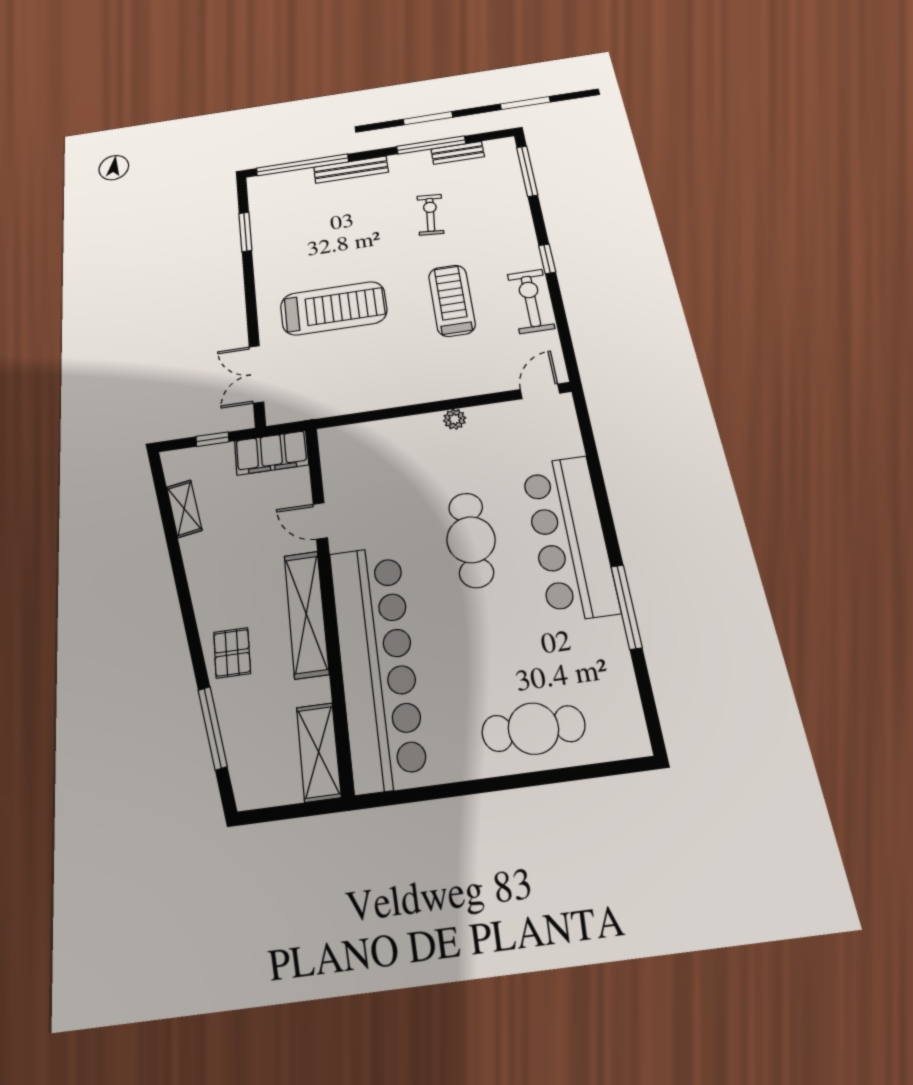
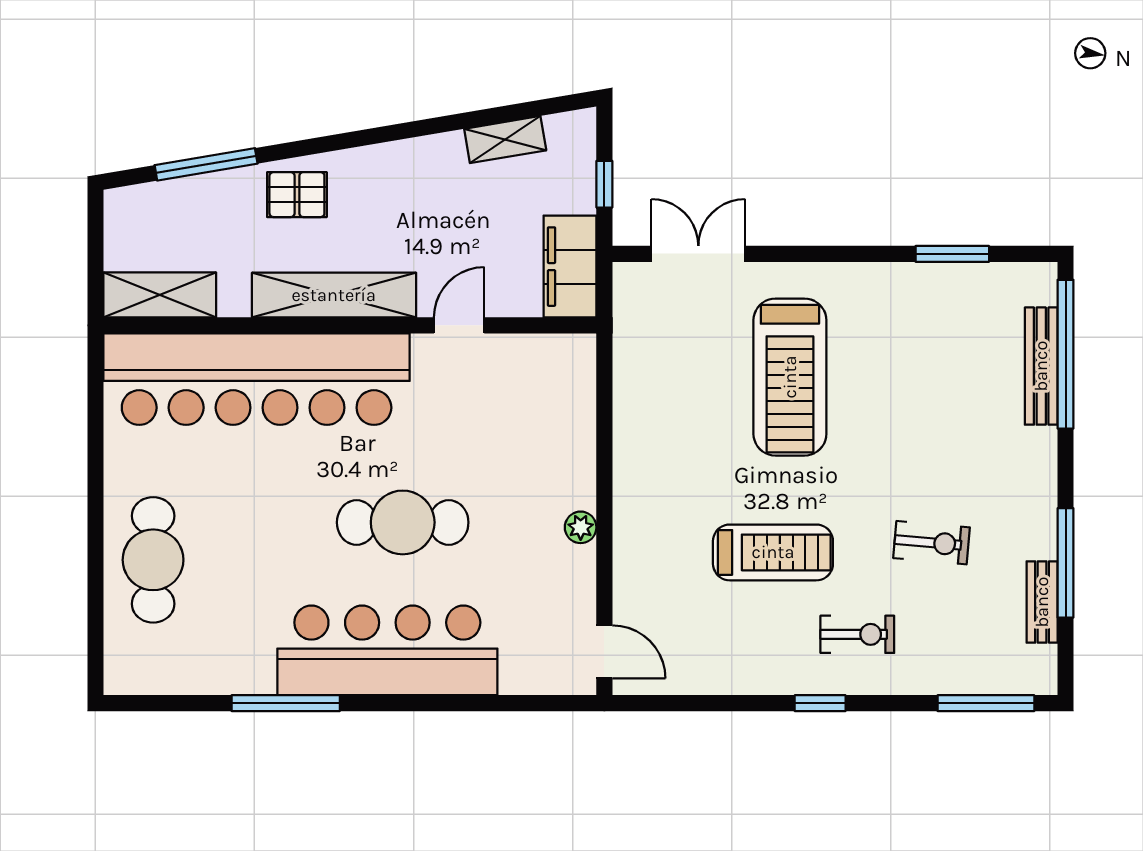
bench: (351, 170) -> (1041, 366), moved
exercise bike: (531, 301) -> (857, 634), moved, width x0.73, depth x0.72

